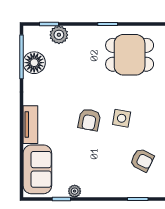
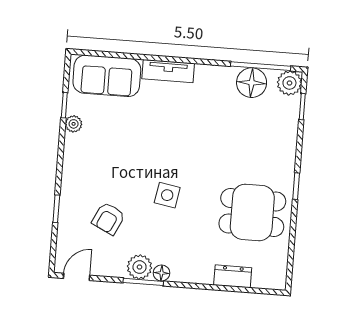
plant: (59, 35) -> (289, 83), moved
dining table: (130, 55) -> (252, 212), turned 90
armchair: (89, 120) -> (169, 151), removed

